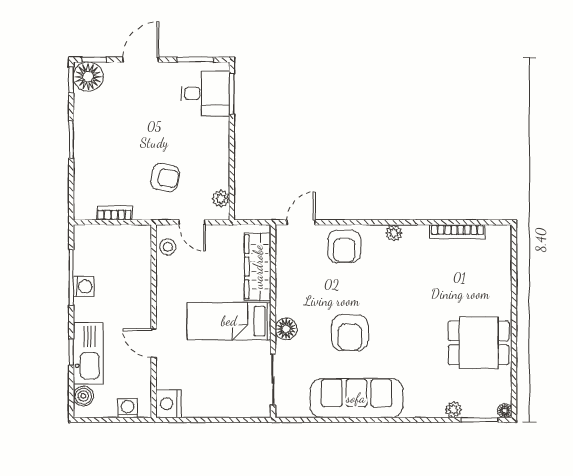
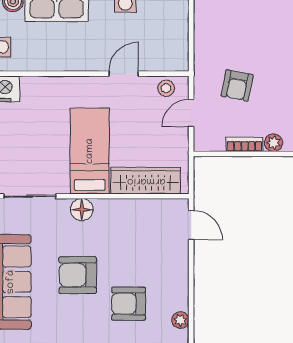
plant: (221, 199) -> (274, 143), moved
bookcase: (114, 213) -> (245, 144), moved, turned -90
armchair: (344, 246) -> (129, 304), moved
door: (154, 343) -> (124, 74), moved

